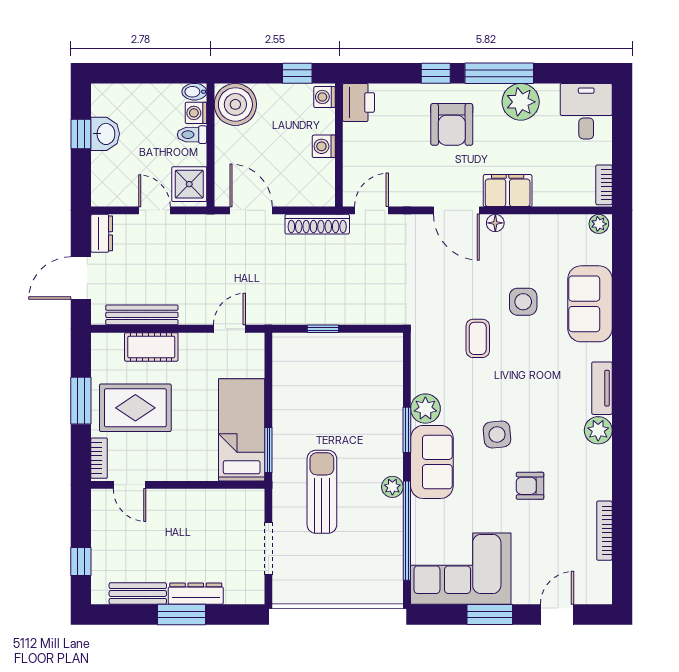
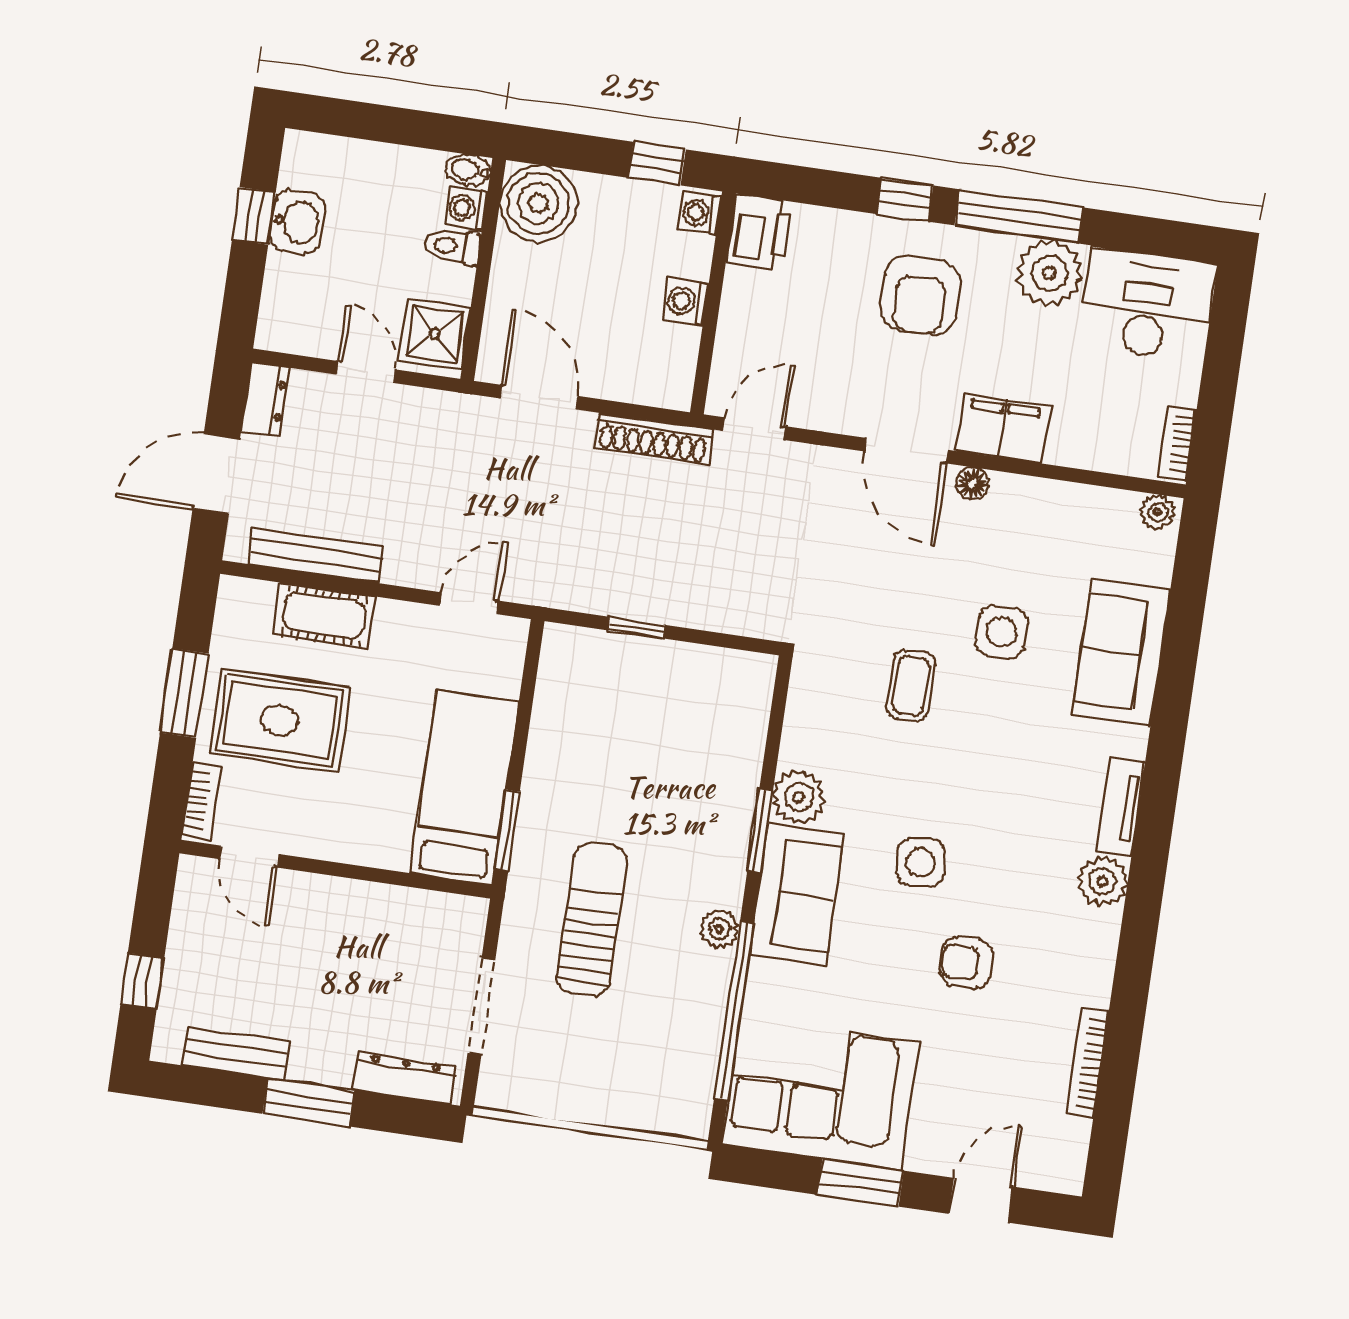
desk: (586, 111) -> (1147, 304), width x1.37
dresser: (196, 594) -> (404, 1078), moved

